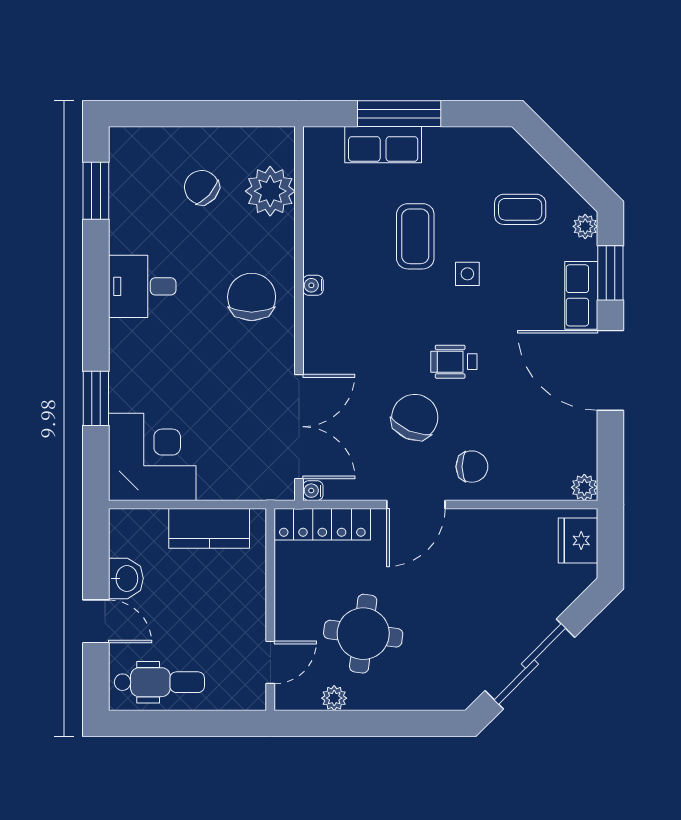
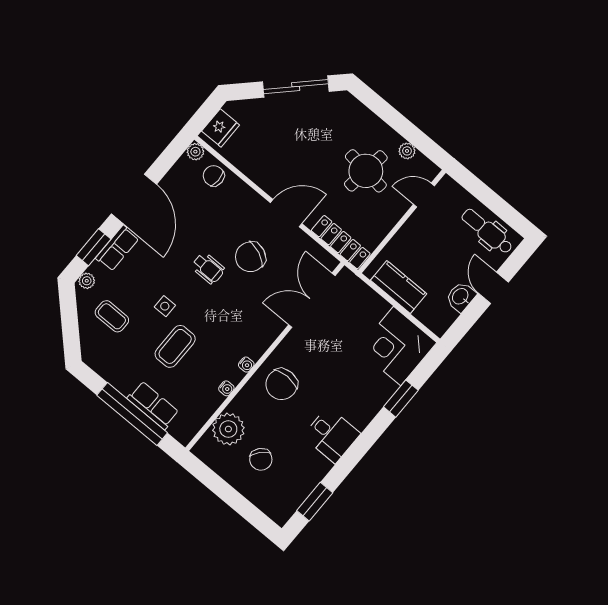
window: (399, 114) -> (132, 414), width x1.46
chair: (472, 467) -> (214, 176), moved
water cooler: (313, 491) -> (226, 388), moved

